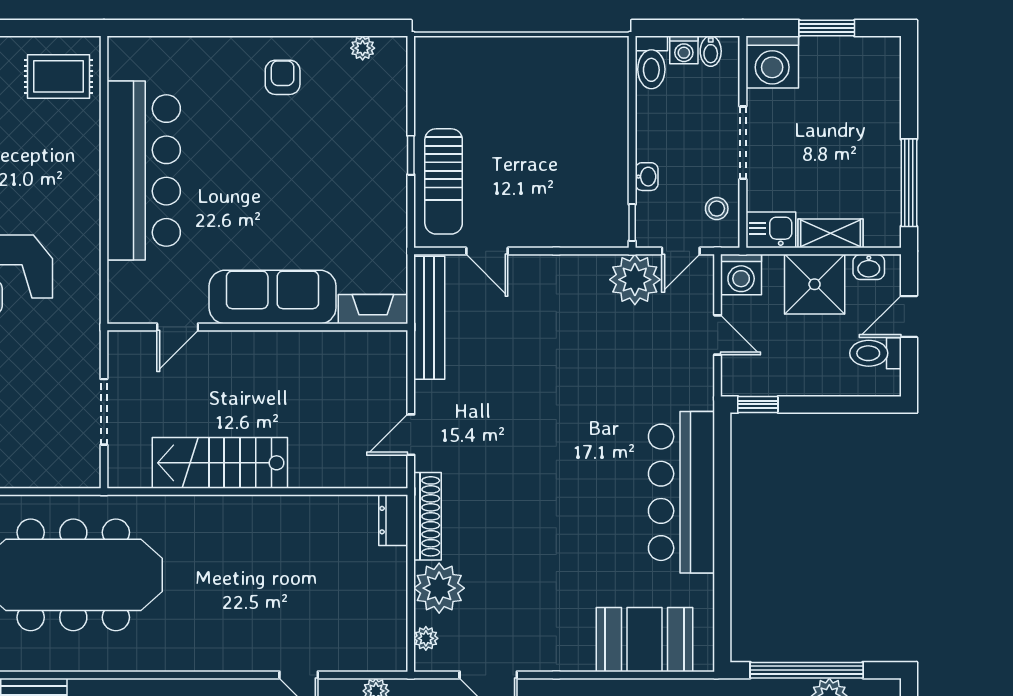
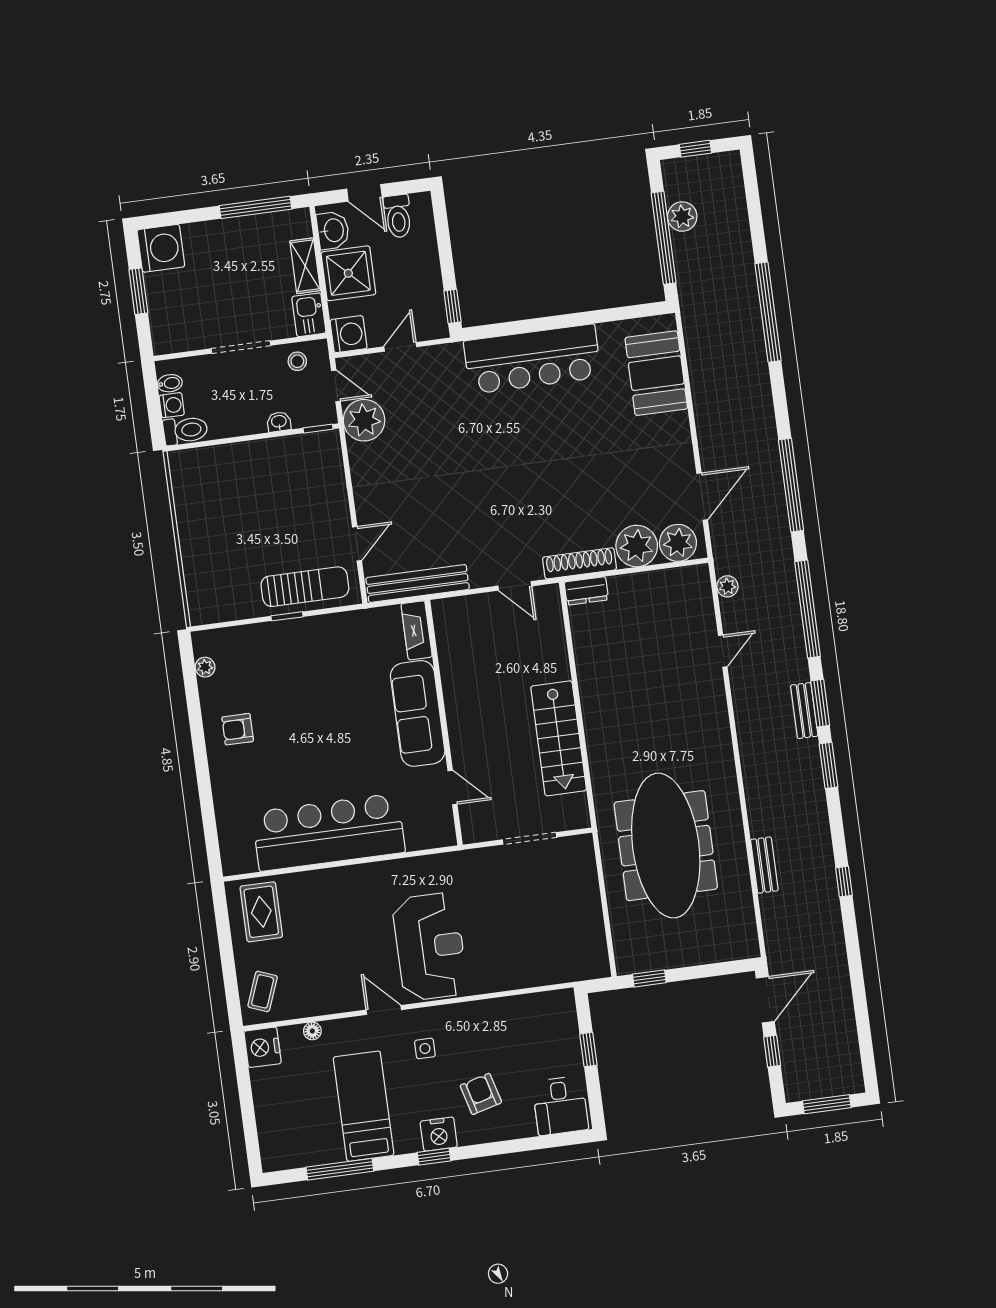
washing machine: (772, 62) -> (161, 248), moved
washbasin: (869, 267) -> (333, 230), width x1.38, depth x1.45
plant: (426, 638) -> (678, 543), width x1.87, depth x1.87

